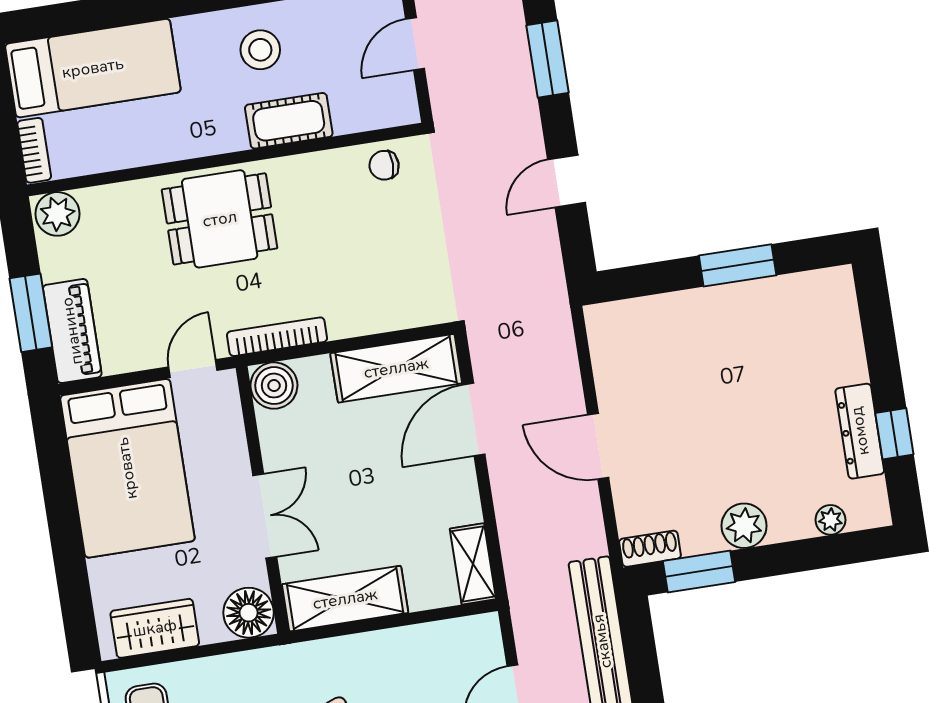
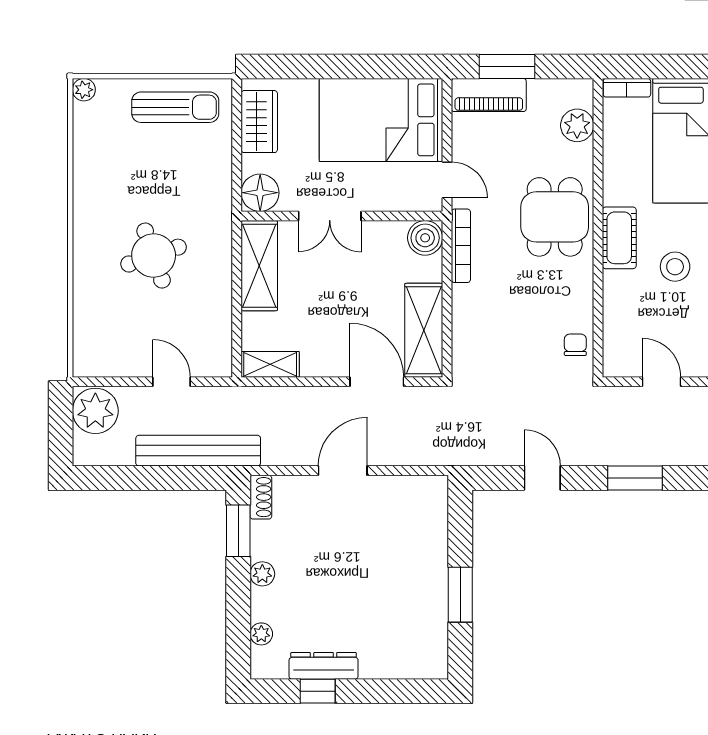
cot: (289, 121) -> (619, 238), moved
plant: (57, 214) -> (577, 125), moved
plant: (744, 526) -> (262, 574), width x0.73, depth x0.73

